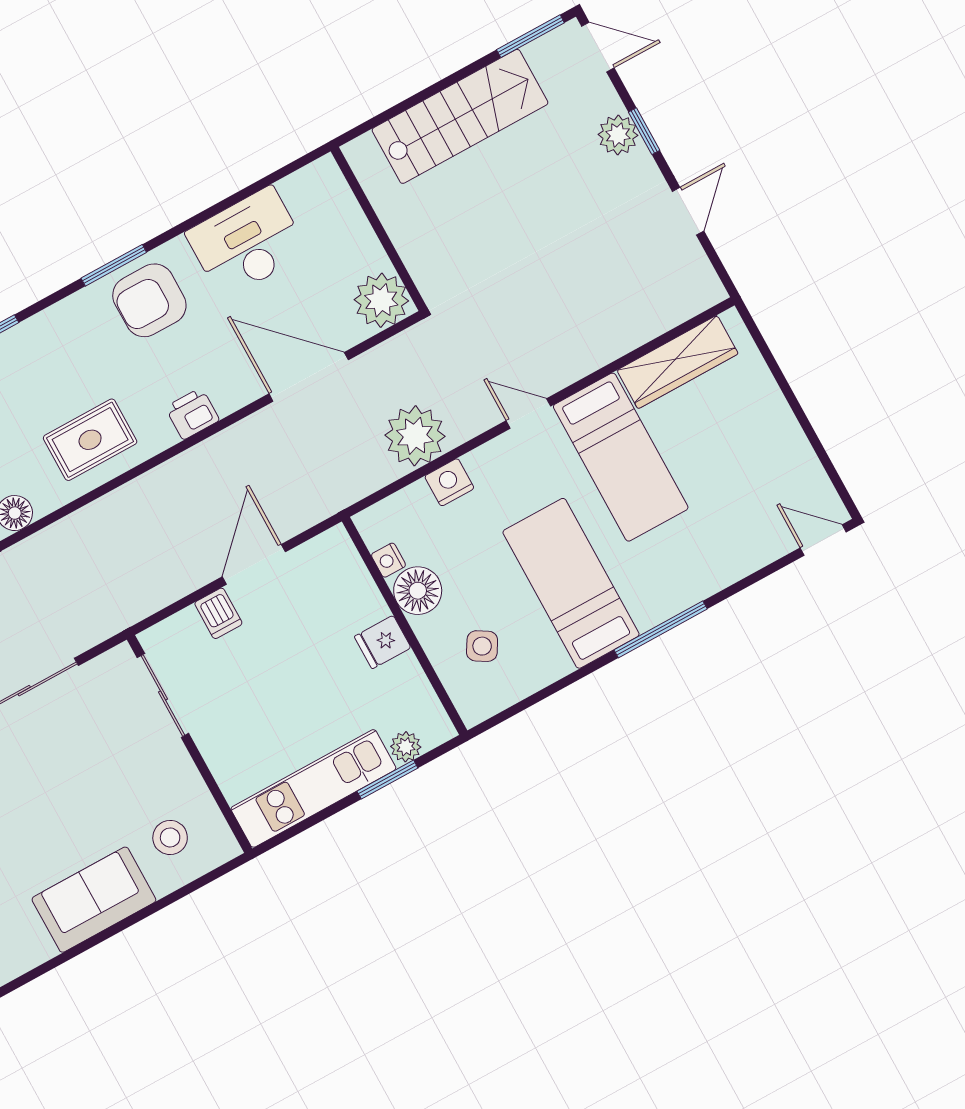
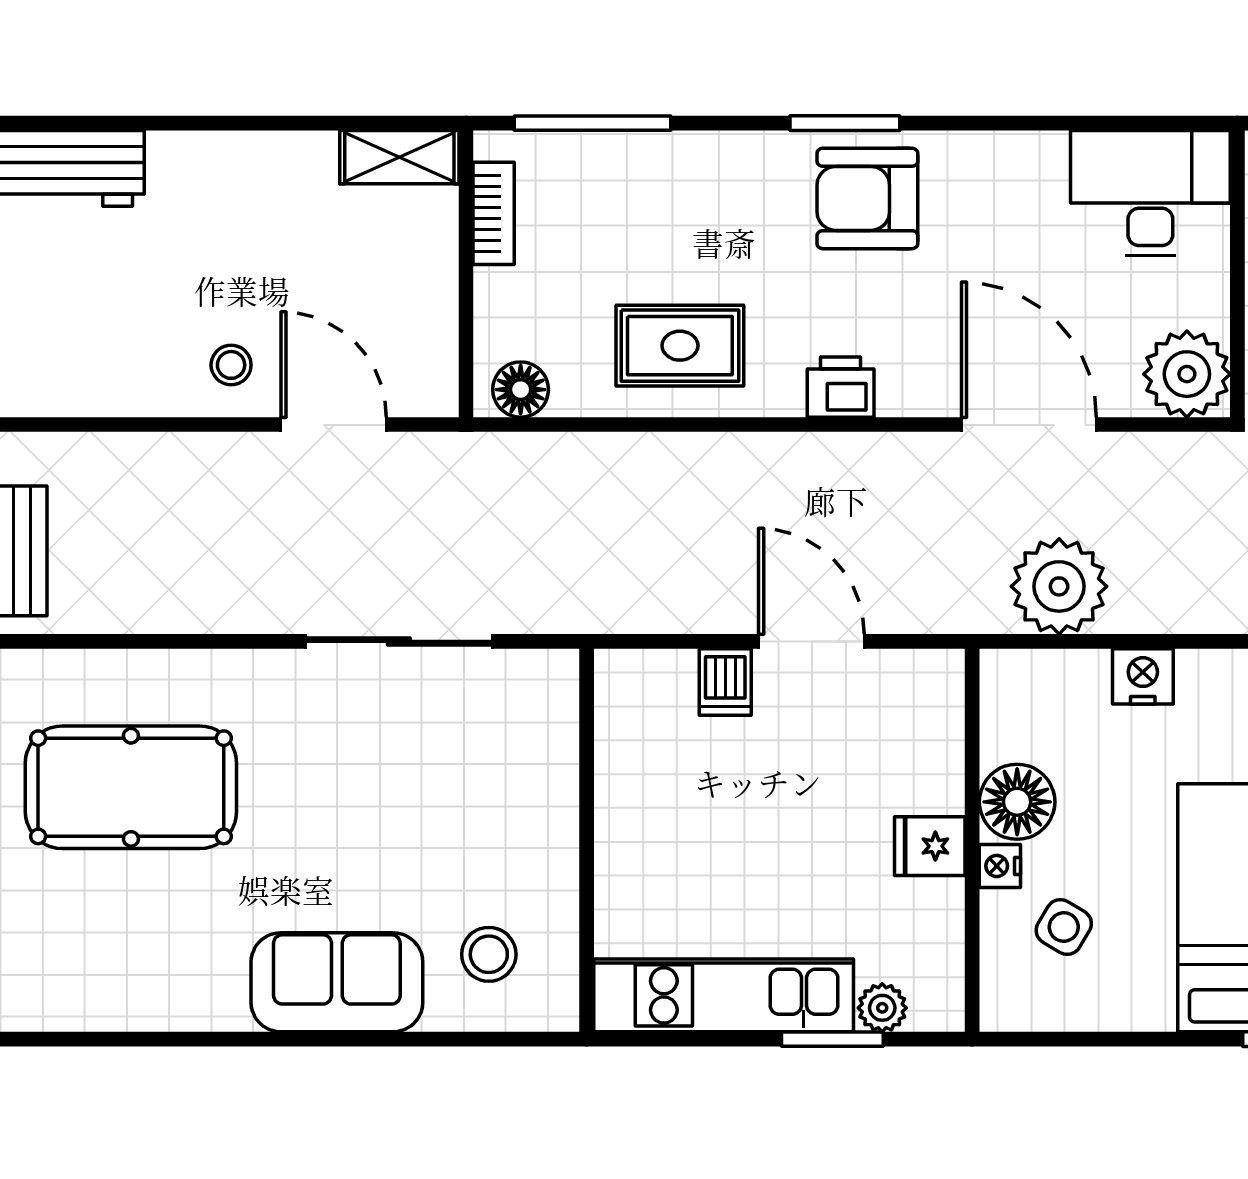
desk: (247, 243) -> (1150, 193), moved
plant: (415, 436) -> (1059, 586), moved
nightstand: (388, 560) -> (1000, 866), moved
door: (254, 564) -> (811, 641), hinge flipped
sliding door: (163, 696) -> (587, 753), removed

